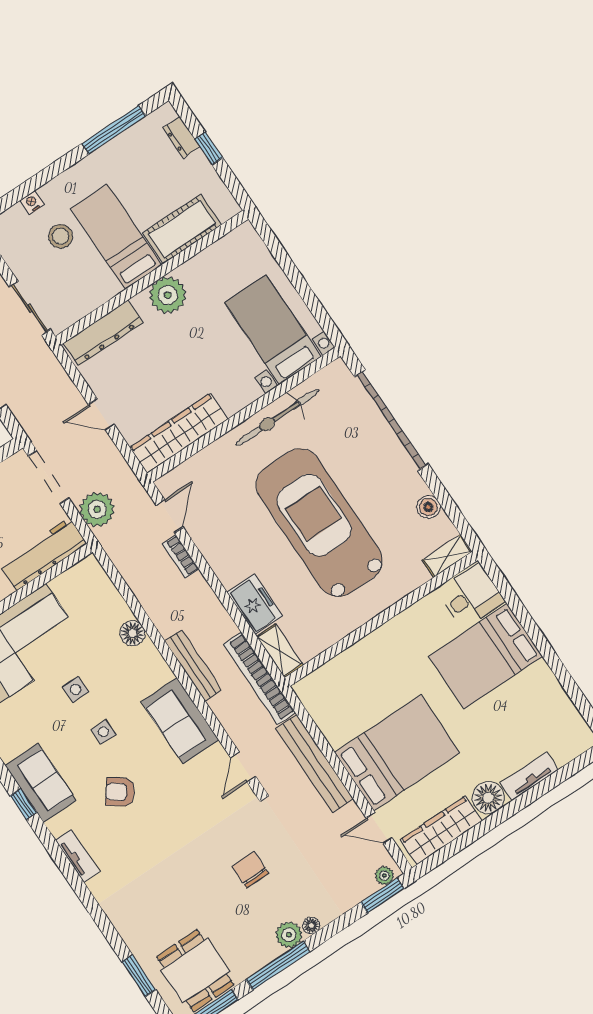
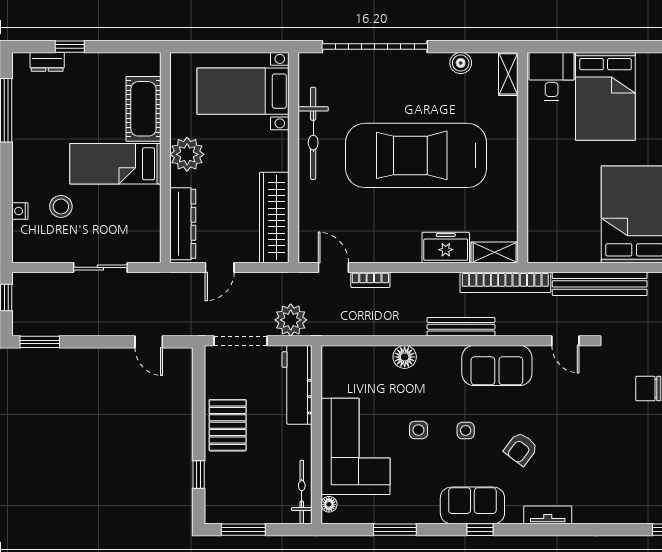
cot: (182, 229) -> (143, 109), moved
bed: (116, 237) -> (115, 164), moved
wall: (152, 278) -> (165, 158), moved
plant: (168, 295) -> (187, 154), moved
dresser: (103, 333) -> (183, 224), moved

